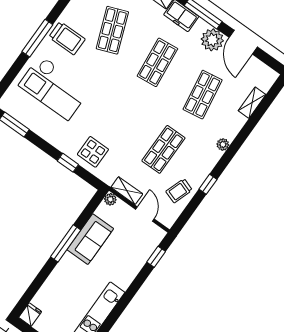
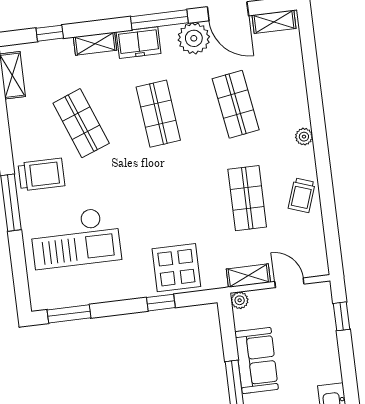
shelving: (252, 103) -> (274, 22), moved, turned 90
display table: (93, 152) -> (176, 268), width x1.36, depth x1.36
window: (208, 184) -> (326, 192), removed
trolley: (179, 191) -> (302, 195), moved

